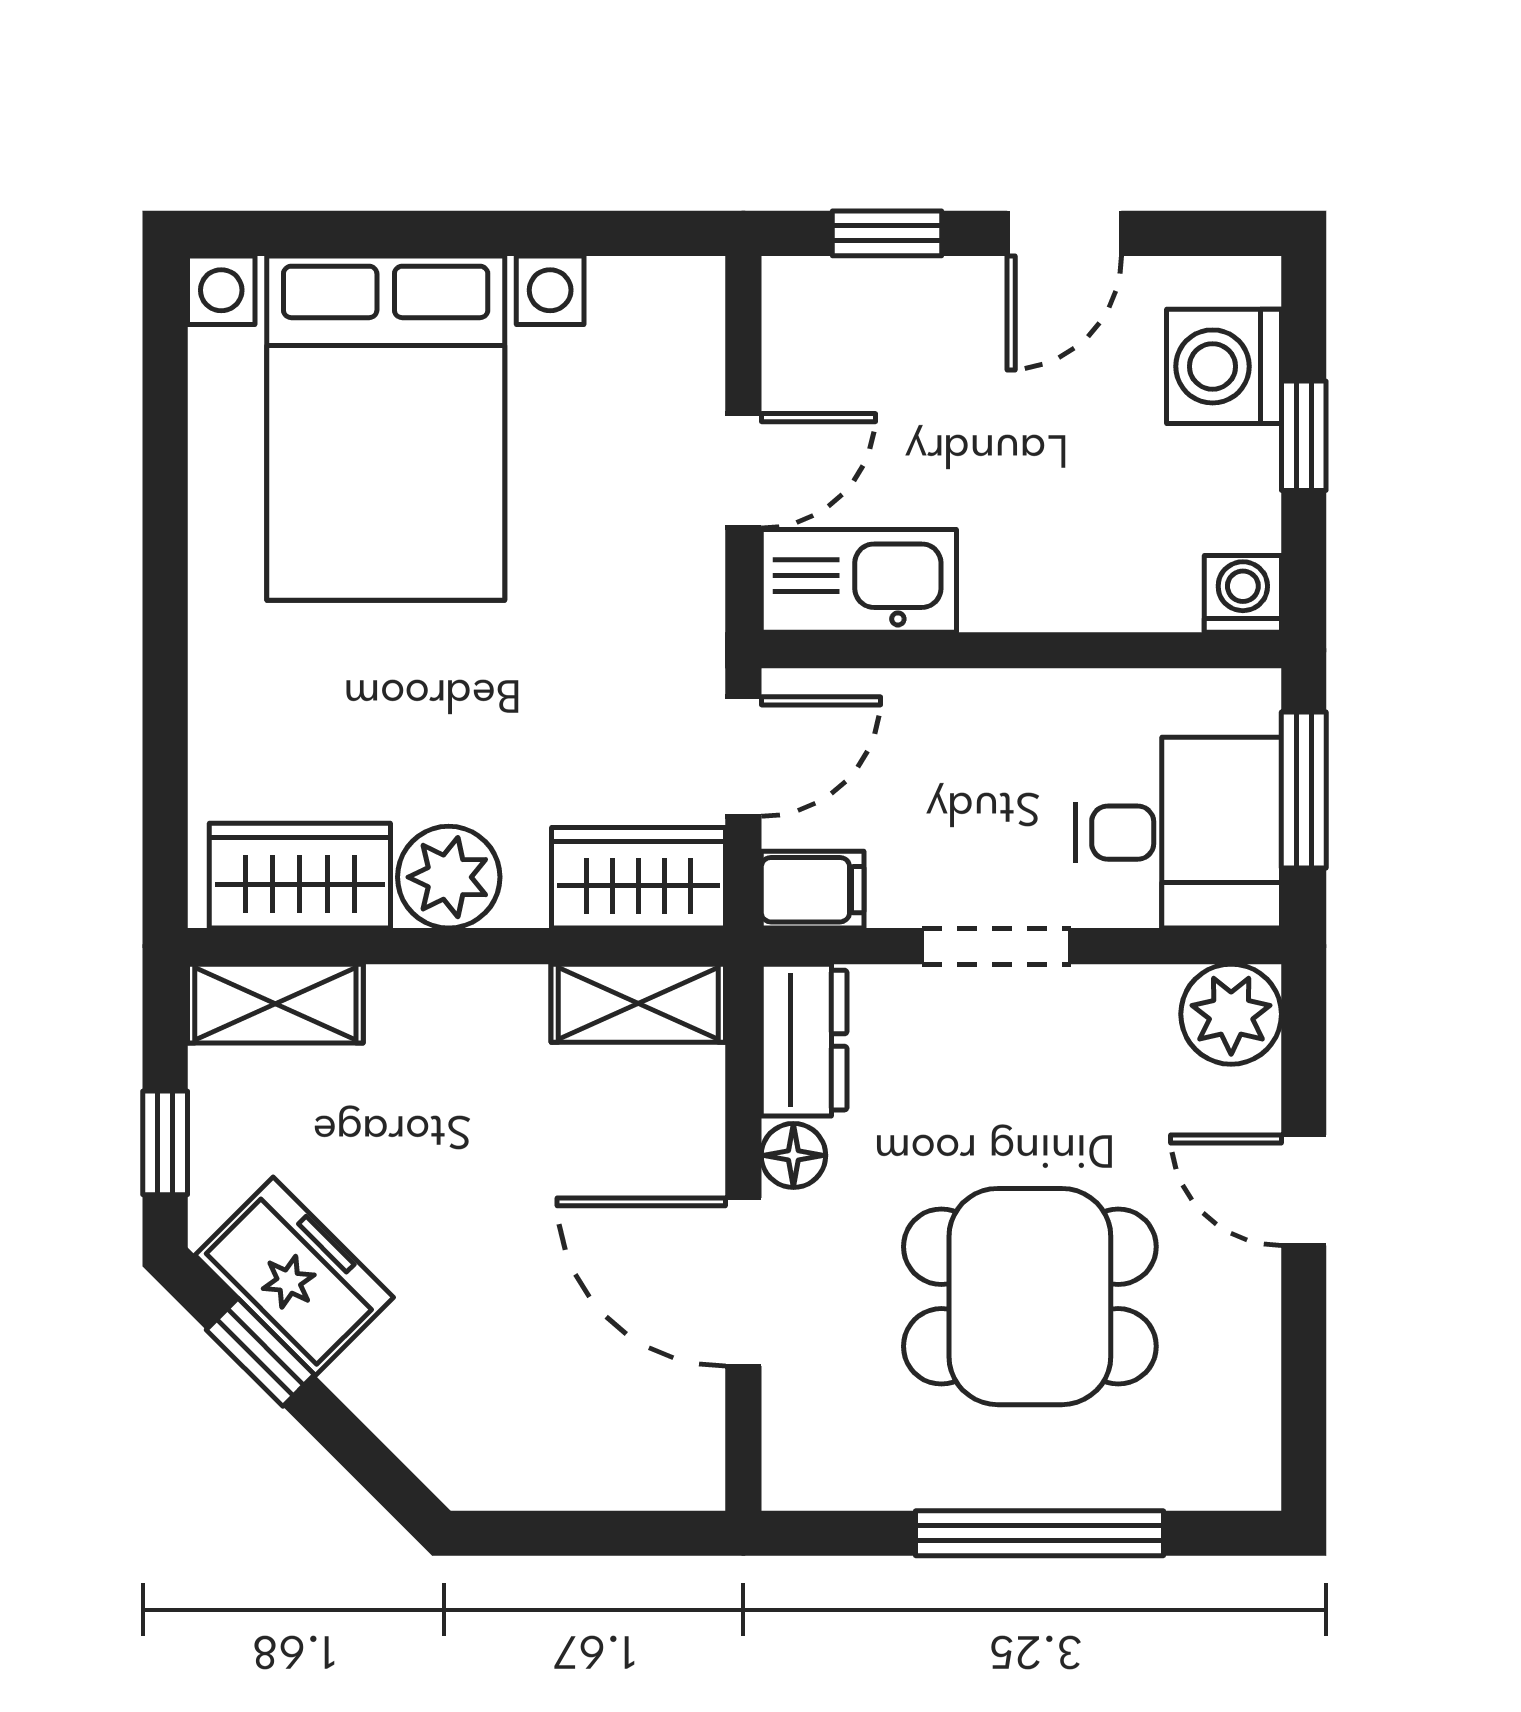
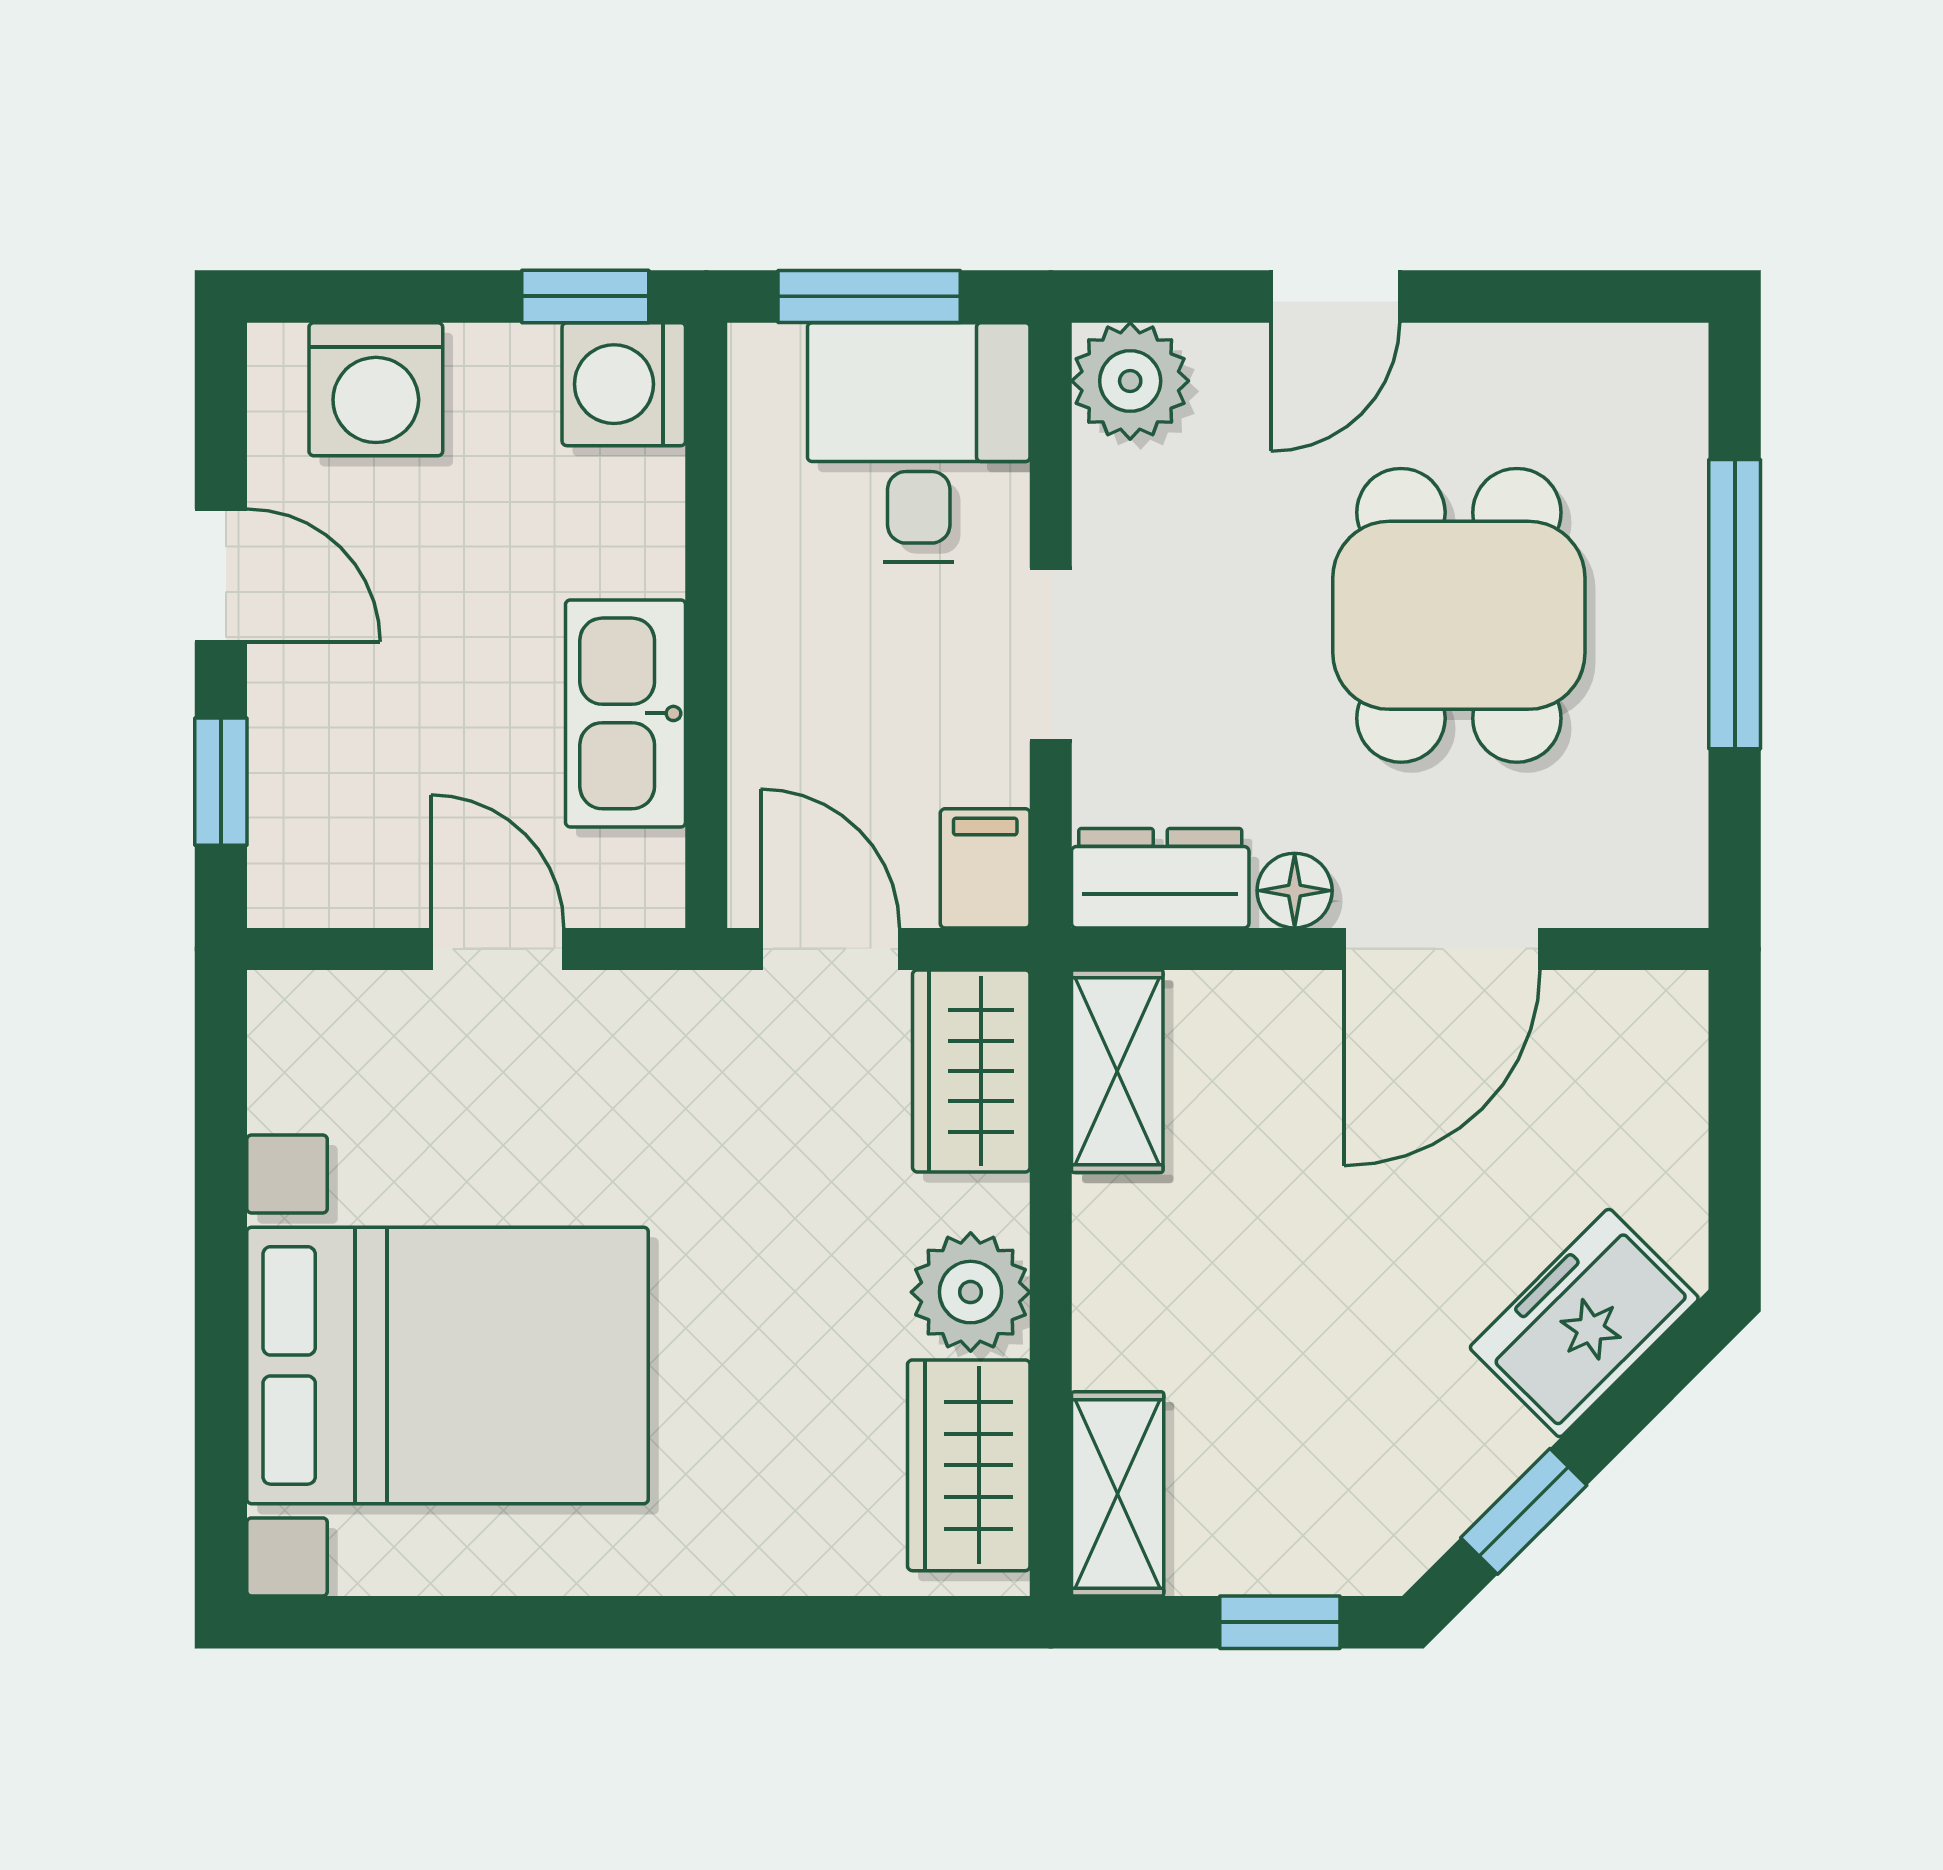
window: (1304, 436) -> (585, 296), moved
kitchen sink: (859, 581) -> (626, 713), moved
washing machine: (1243, 594) -> (624, 384), width x1.38, depth x1.38
freezer: (294, 1276) -> (1584, 1323), moved

